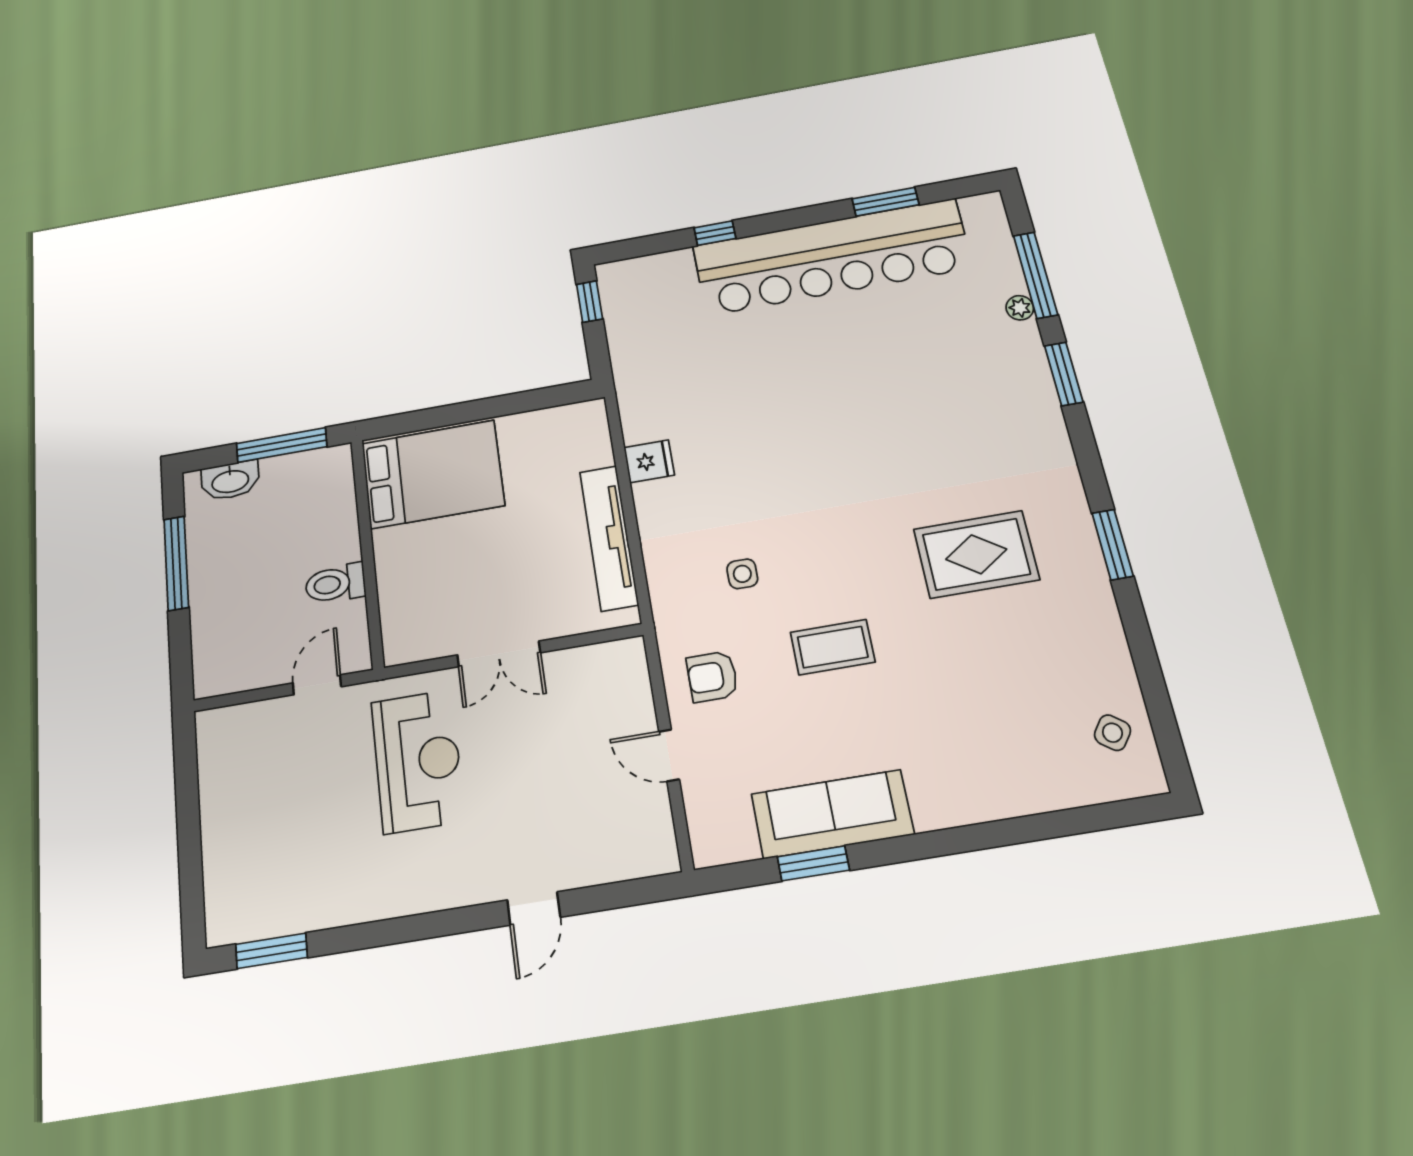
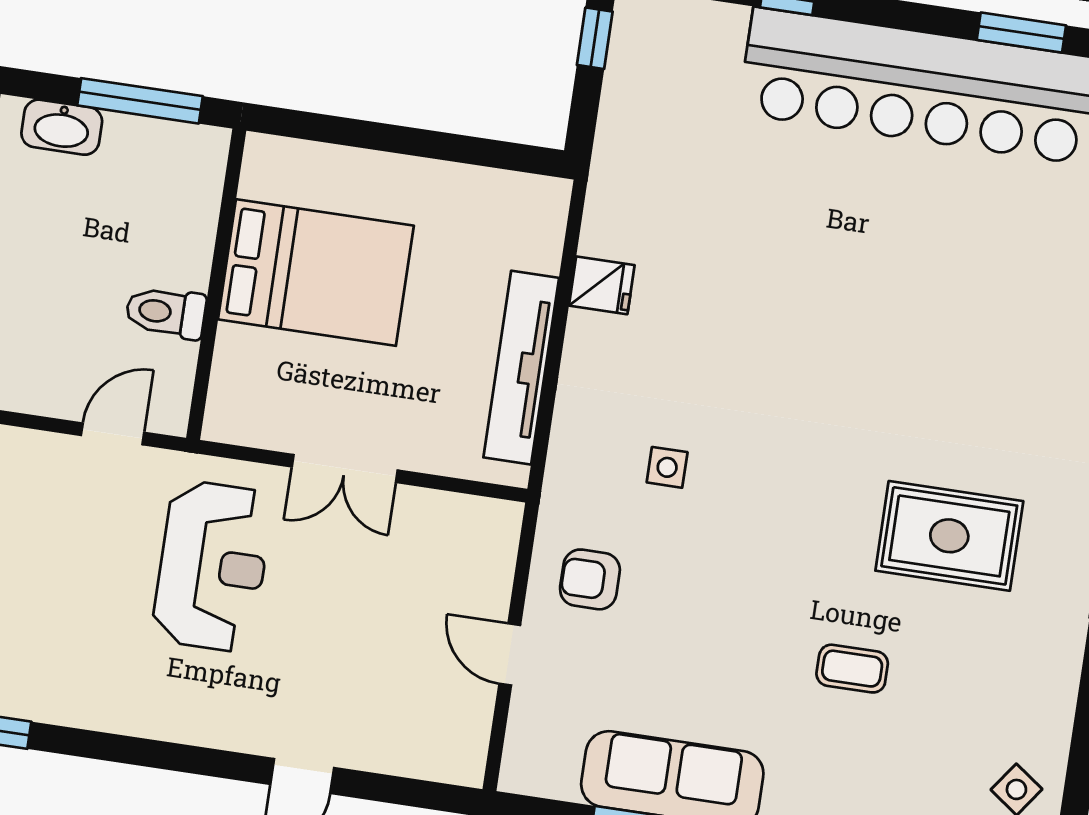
bed: (433, 474) -> (316, 273), moved
coffee table: (833, 647) -> (852, 669), moved, width x0.73, depth x0.77

